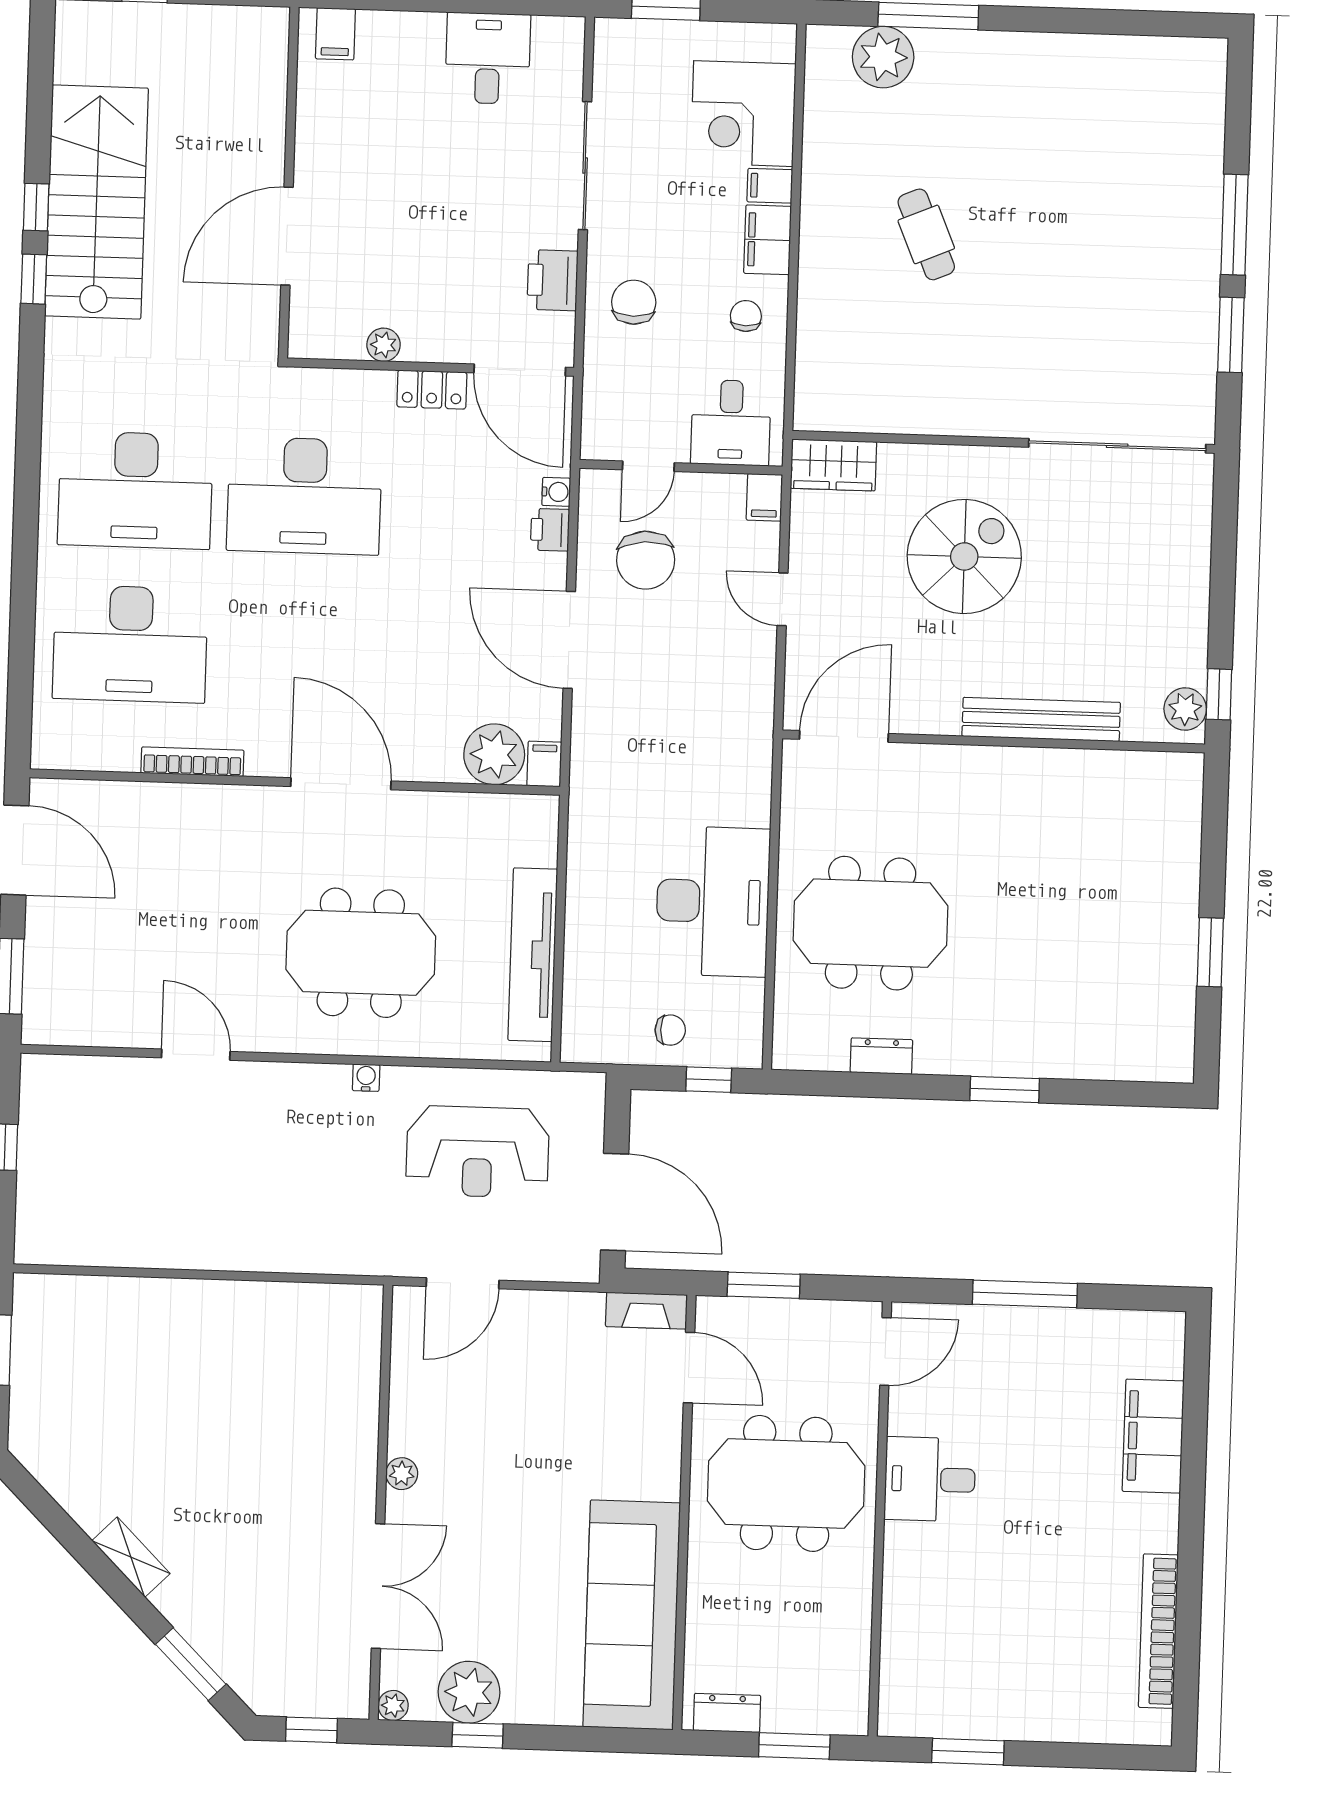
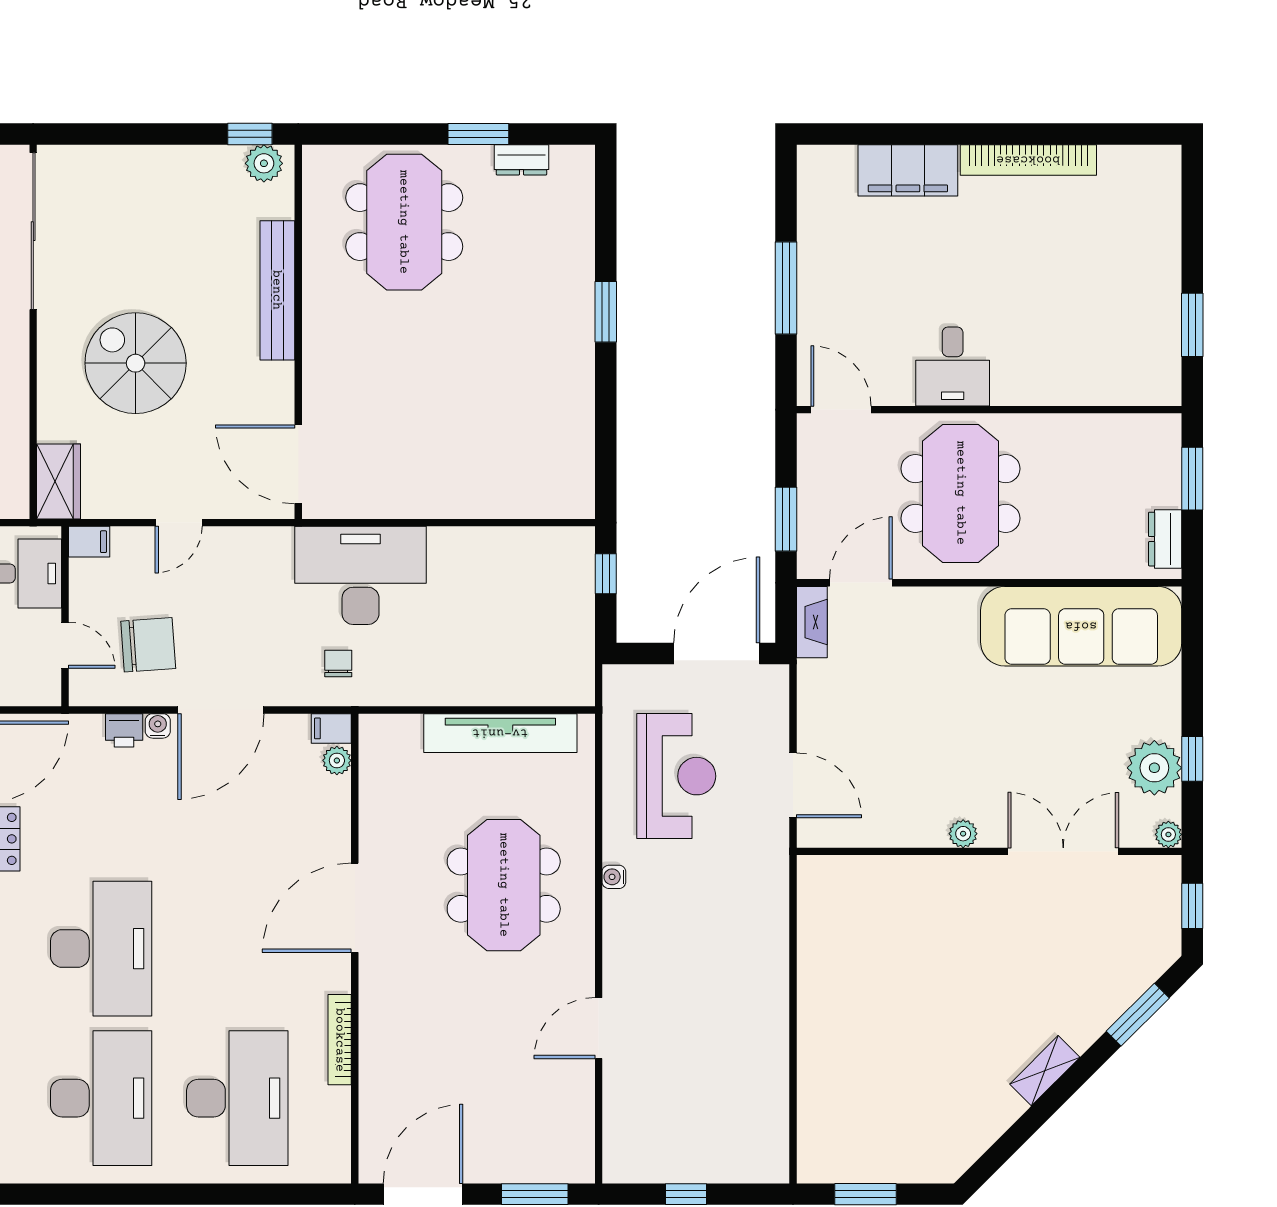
water cooler: (556, 492) -> (158, 726), moved
plant: (494, 754) -> (337, 760), width x0.53, depth x0.53
desk: (713, 901) -> (361, 575), moved
meeting table: (870, 923) -> (404, 222), moved
chair: (670, 1030) -> (338, 663), moved
dresser: (881, 1056) -> (521, 160), moved, turned -90
bookcase: (1158, 1631) -> (1028, 160), moved

